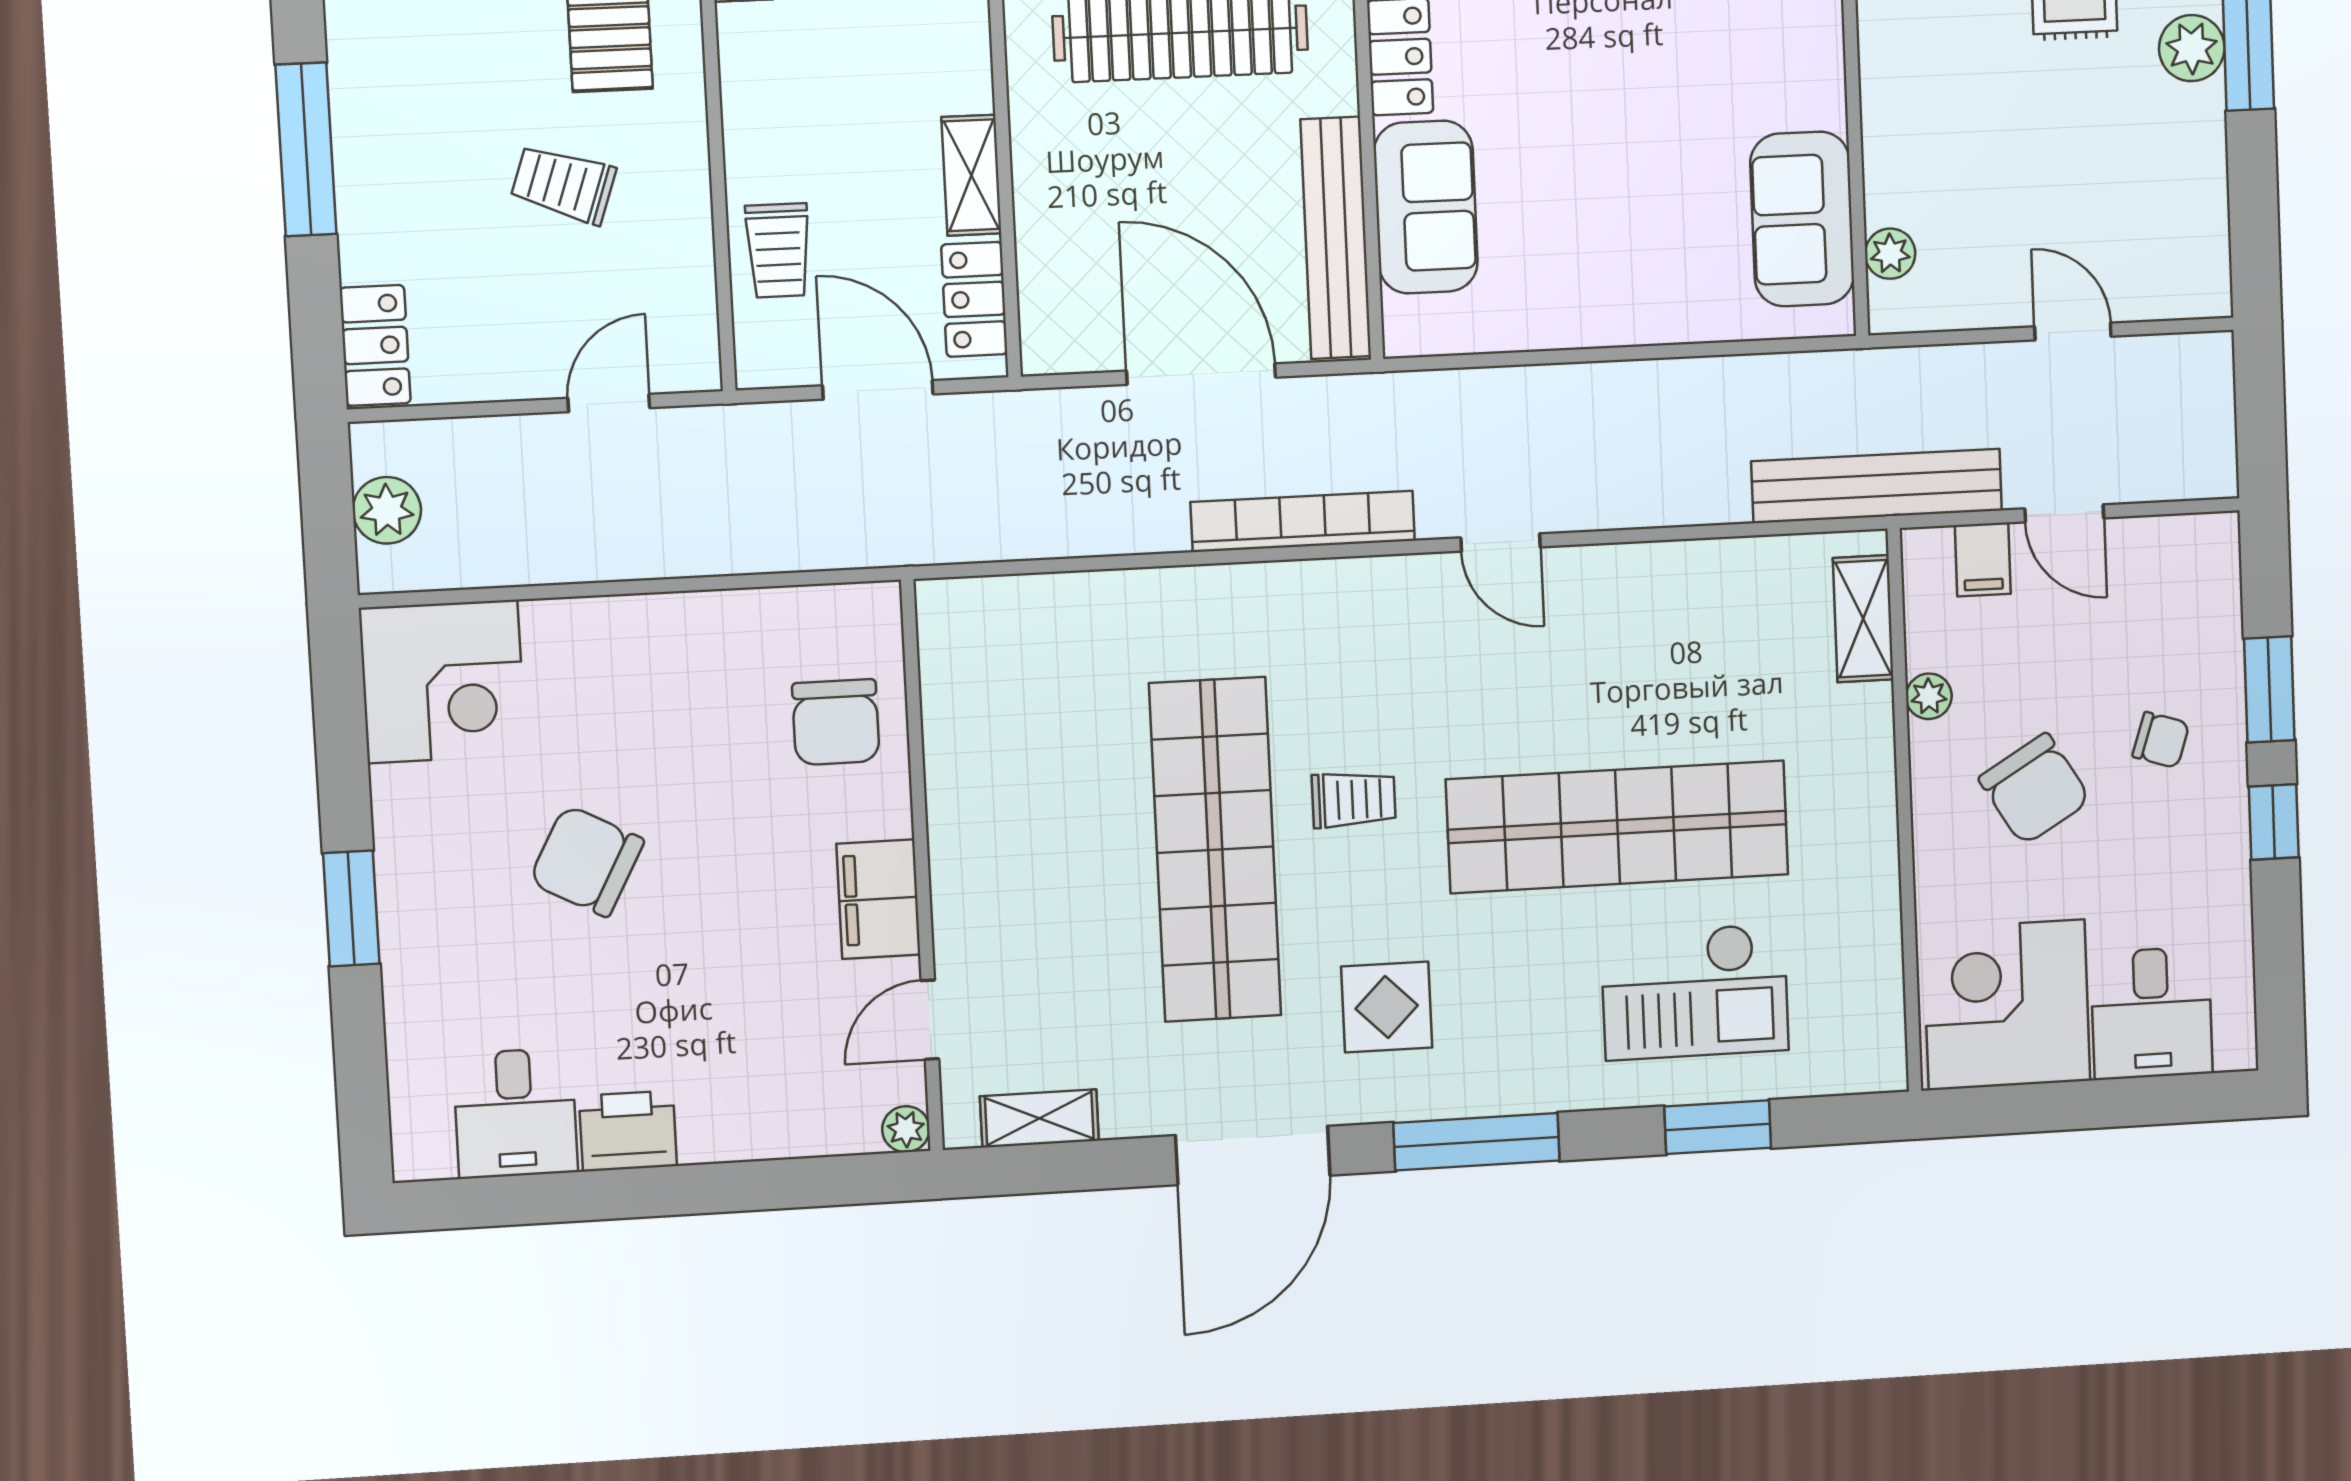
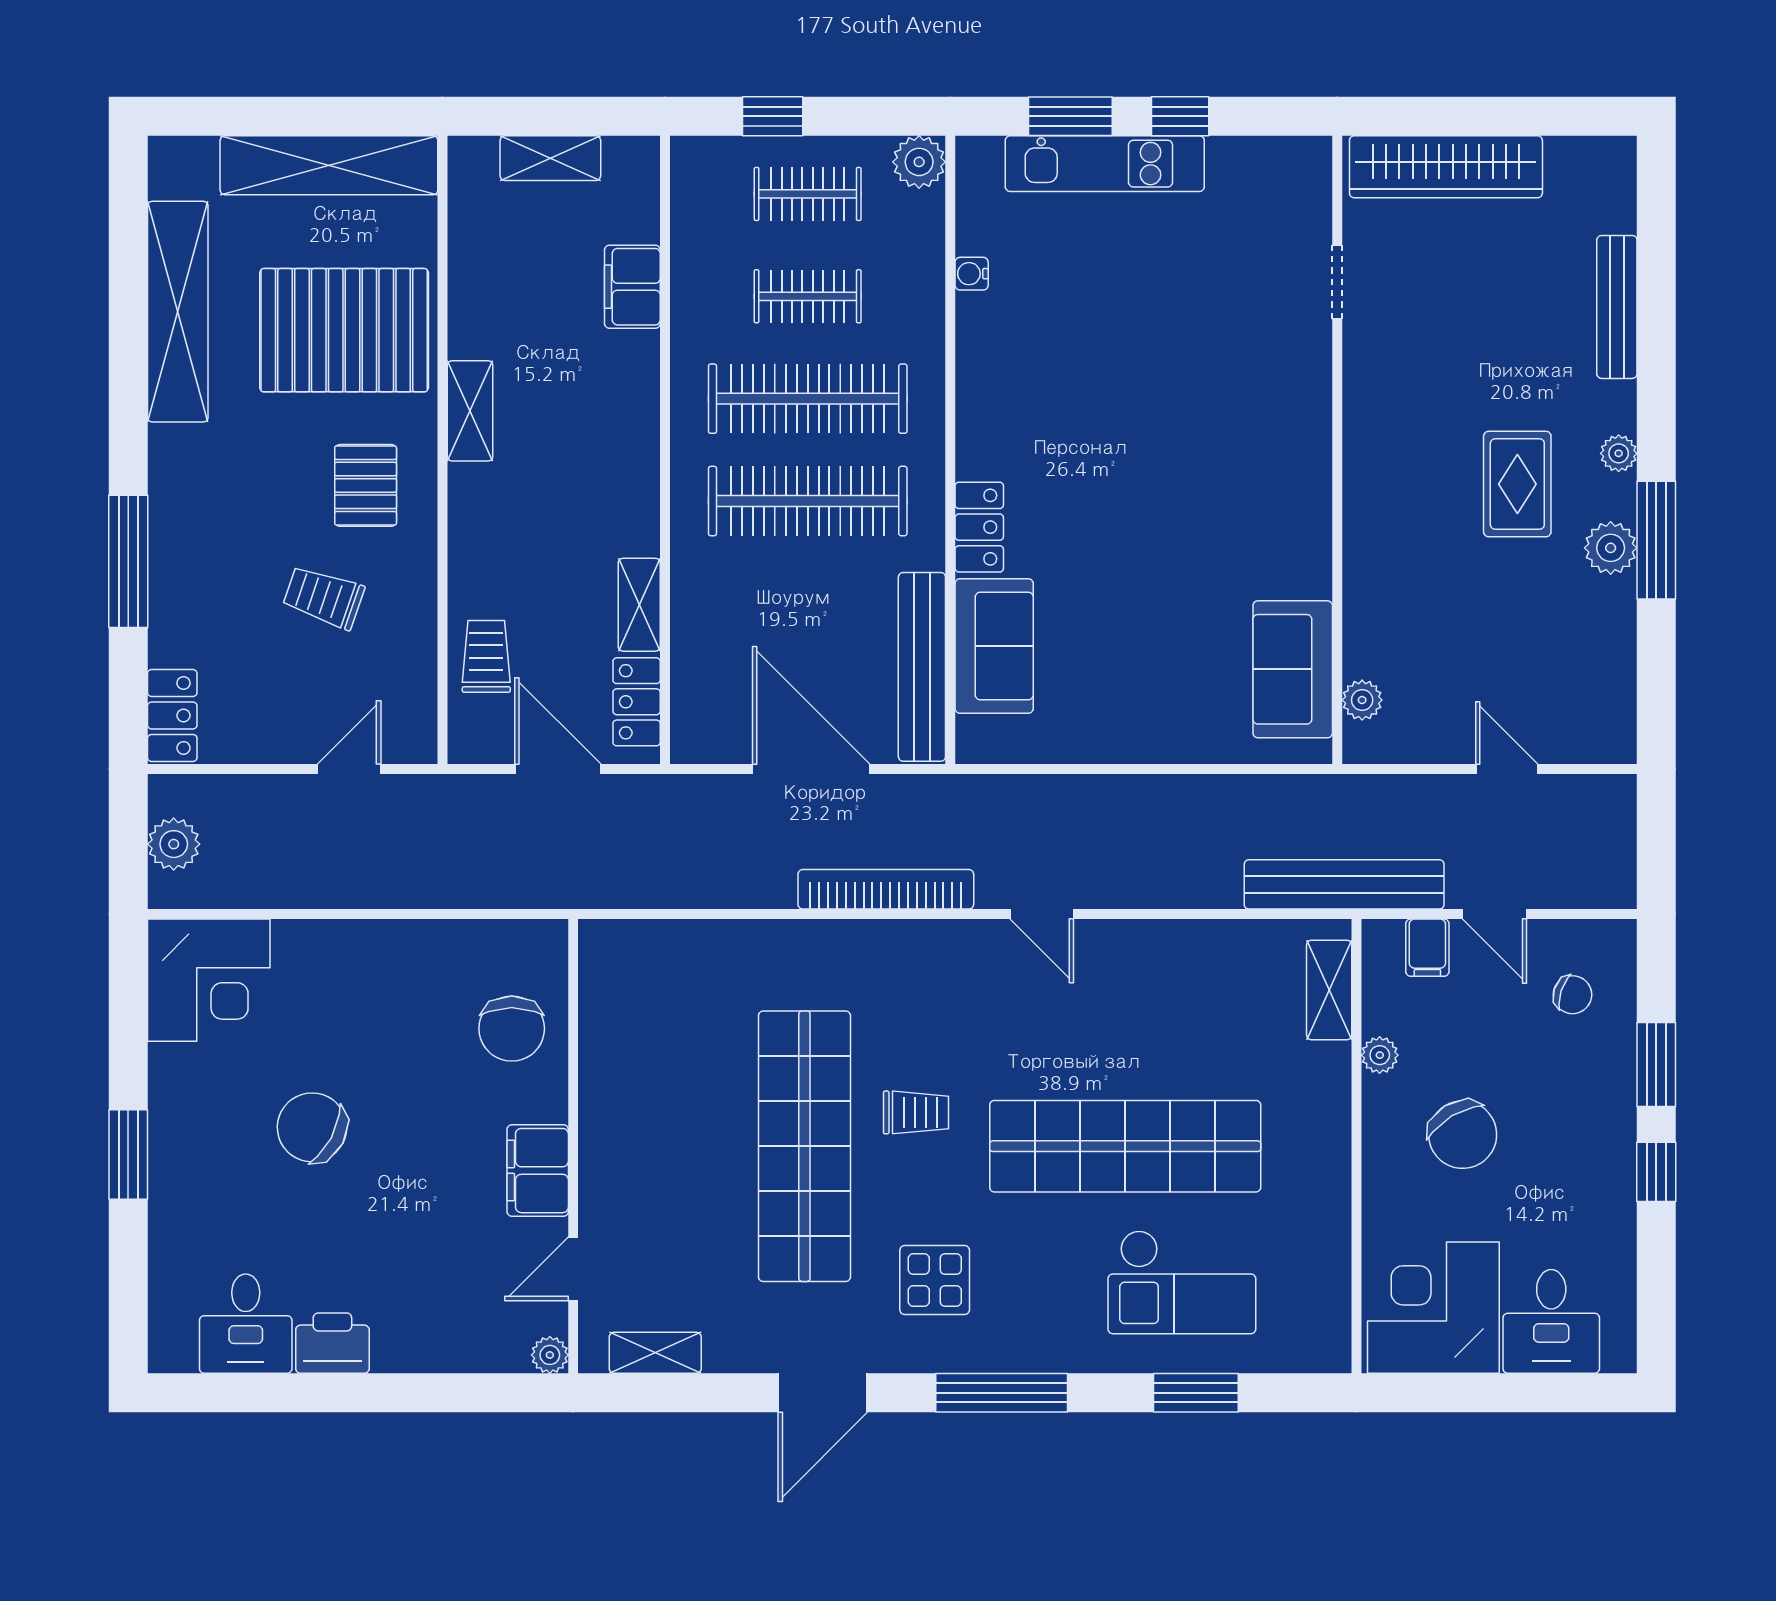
trolley: (778, 250) -> (486, 656), turned 180
chair: (2161, 740) -> (1572, 995), moved
door: (1253, 1155) -> (823, 1393), width x0.73

